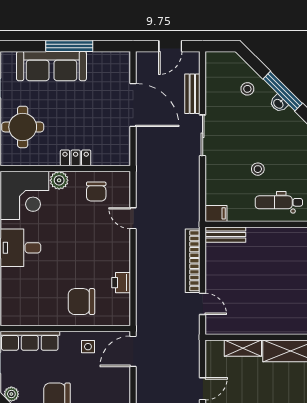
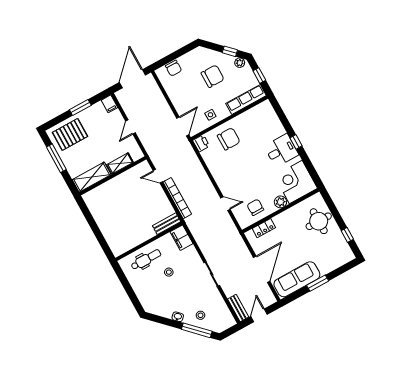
window: (69, 46) -> (318, 283), width x0.69
sofa: (51, 66) -> (297, 279), moved
window: (283, 91) -> (197, 330), moved
bench: (192, 94) -> (238, 308), moved
door: (133, 105) -> (262, 269), swing flipped
locker: (76, 158) -> (264, 228), moved
filing cabinet: (216, 213) -> (181, 238), width x2.00
printer: (121, 283) -> (201, 143), moved

